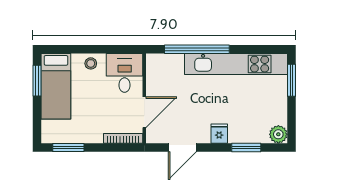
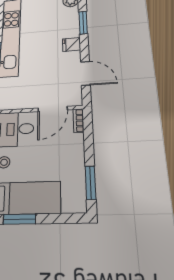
door: (144, 112) -> (53, 109), swing flipped
bookcase: (123, 138) -> (78, 121), width x0.64

